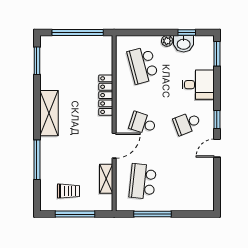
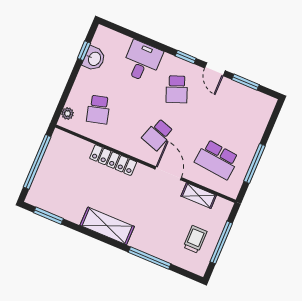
plant: (167, 41) -> (68, 114), moved
window: (217, 54) -> (245, 82), moved
school desk: (143, 65) -> (98, 110), width x0.54

